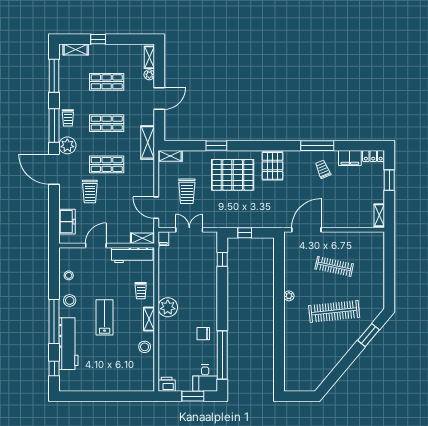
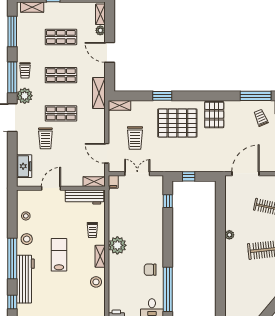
door: (159, 98) -> (110, 52), swing flipped

